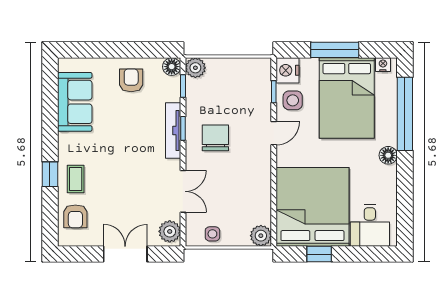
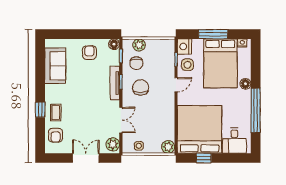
plant: (195, 68) -> (139, 45), moved
chair: (208, 98) -> (136, 63), added
window: (405, 114) -> (256, 110), moved
floor lamp: (388, 155) -> (245, 84), moved

